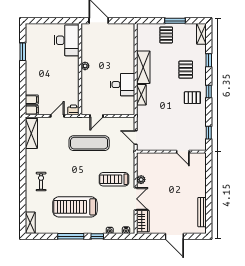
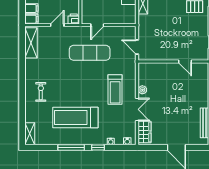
treadmill: (114, 179) -> (115, 89), turned -90

